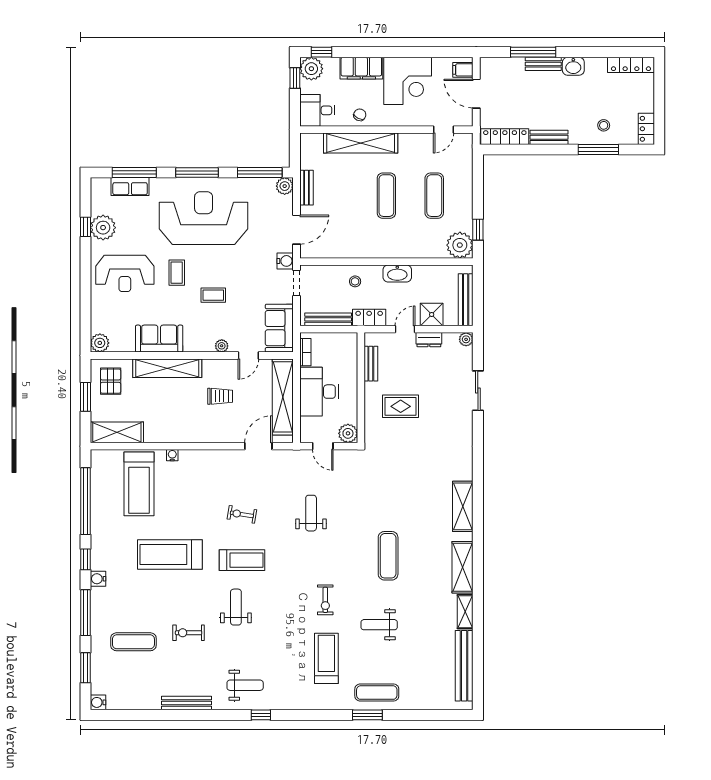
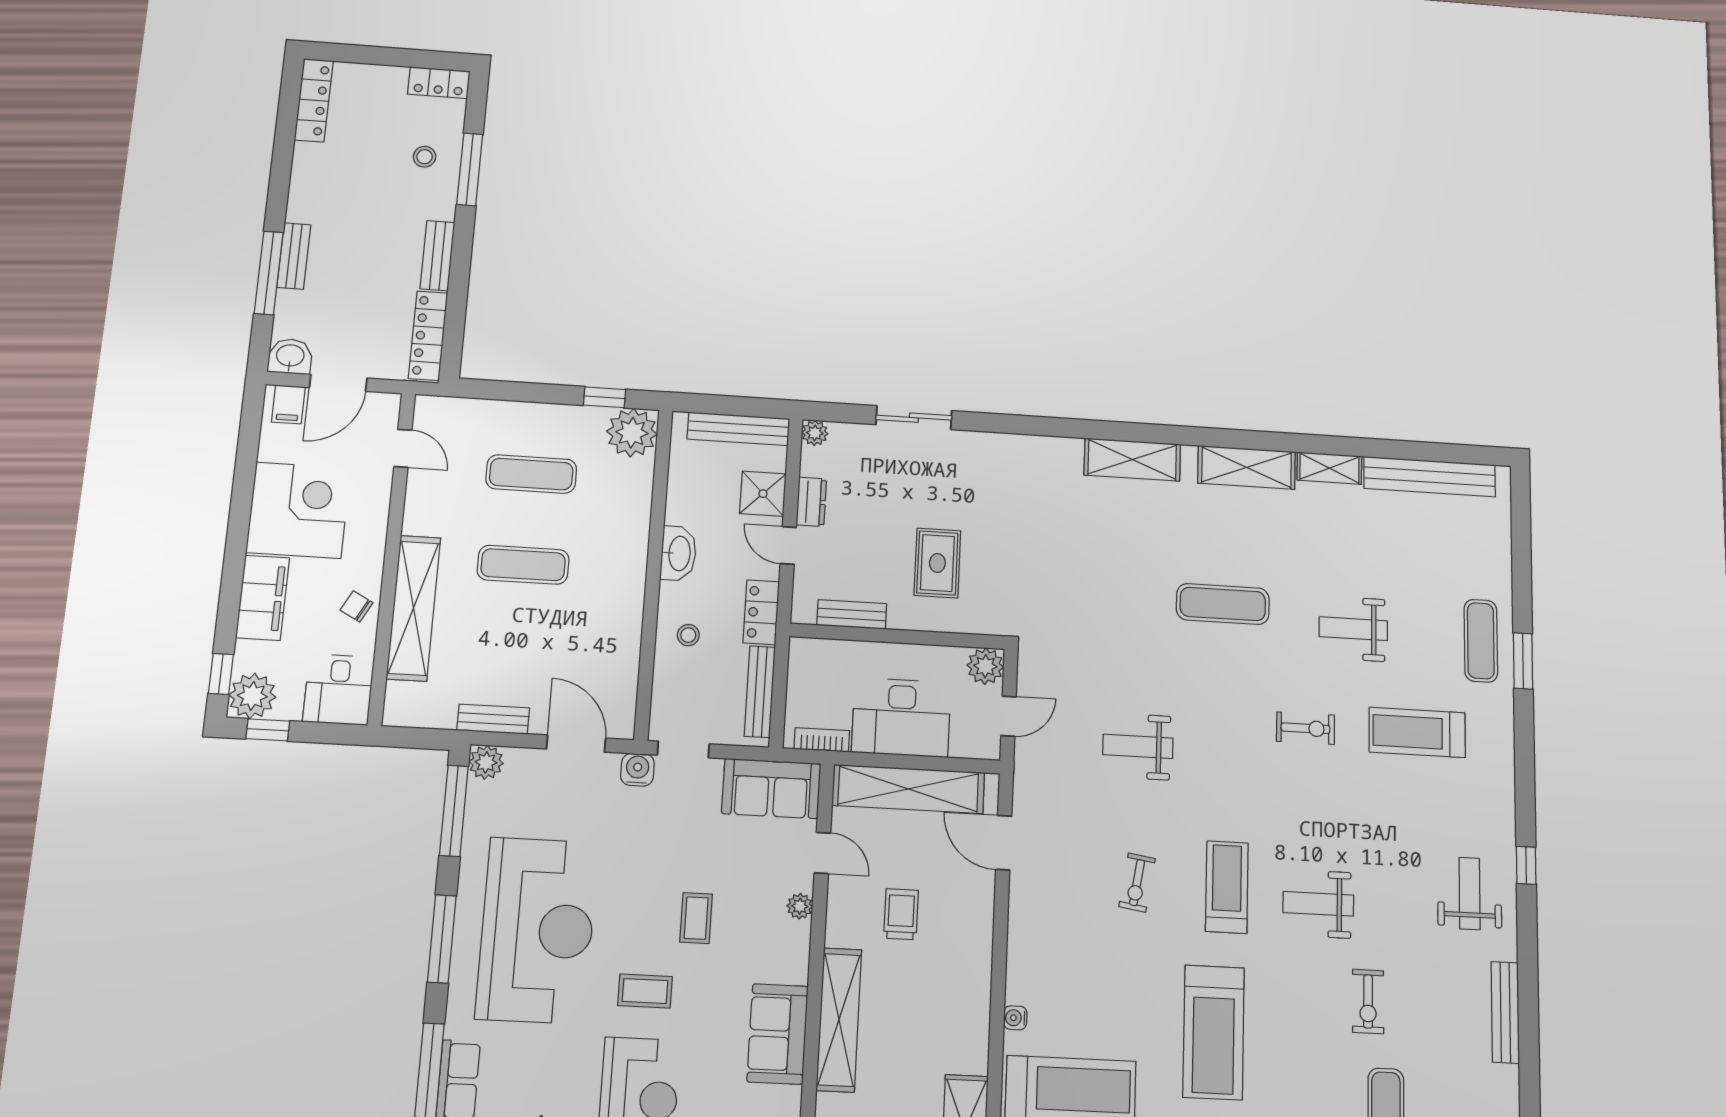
washbasin: (573, 66) -> (290, 356), moved, turned -90
reception desk: (204, 218) -> (537, 930), turned 180
weight bench: (379, 625) -> (1353, 629), turned 90

